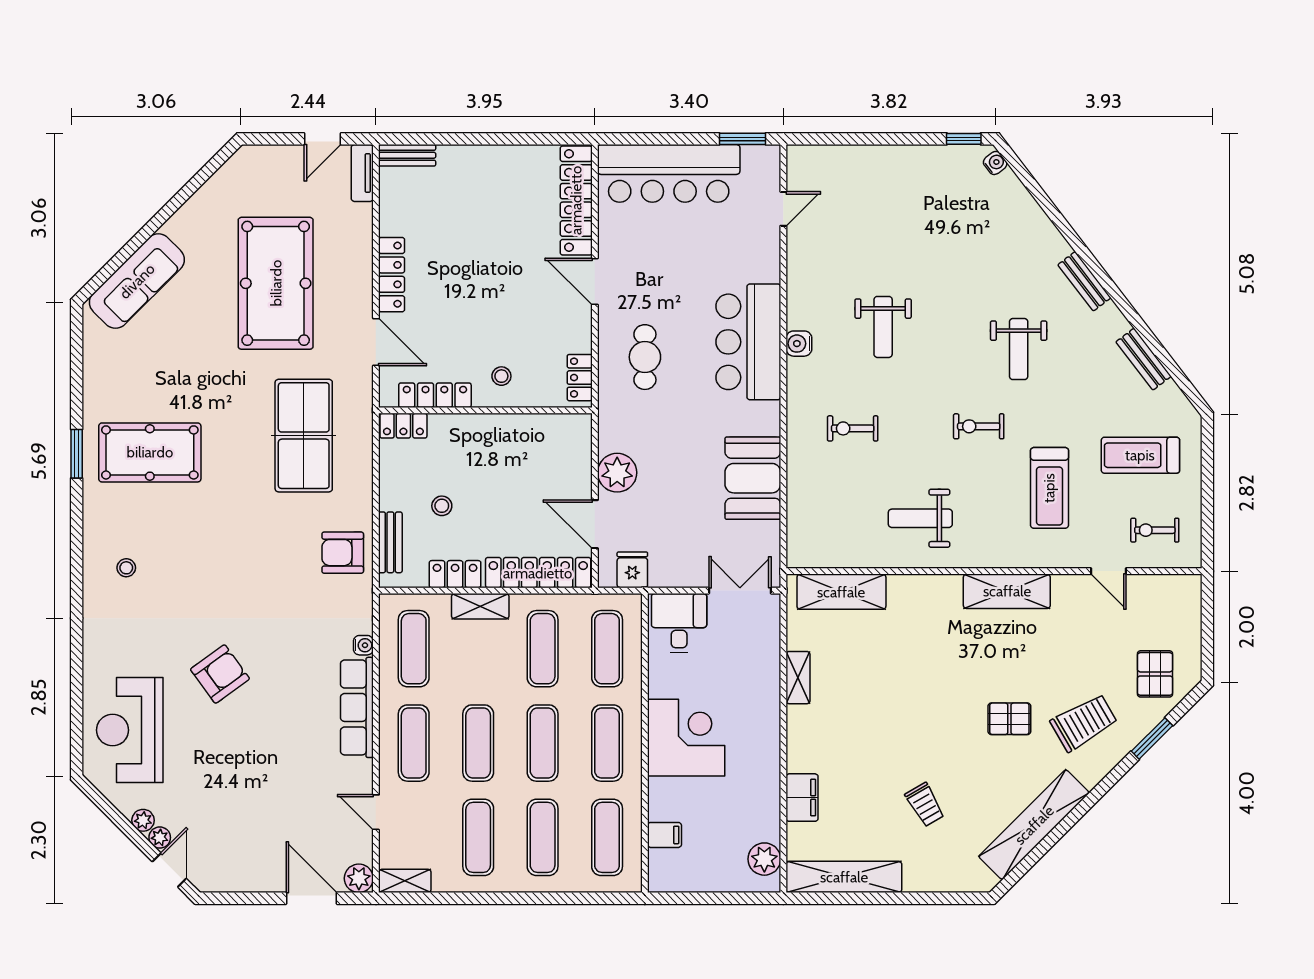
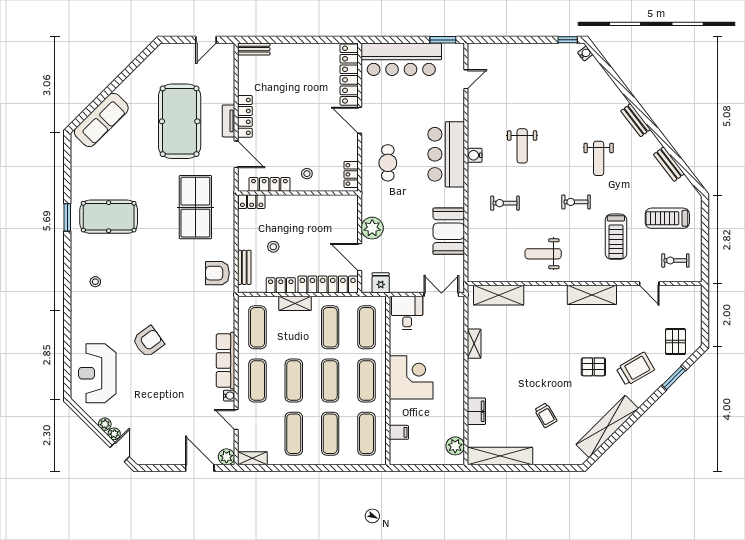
tv unit: (362, 173) -> (228, 121), moved
water cooler: (363, 645) -> (229, 396), moved

